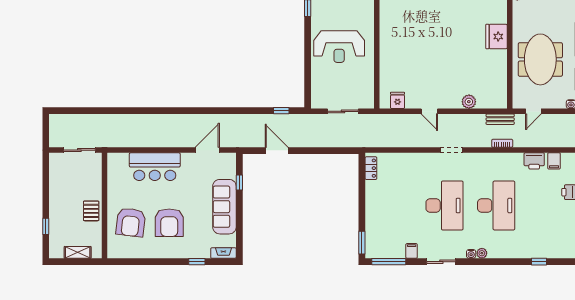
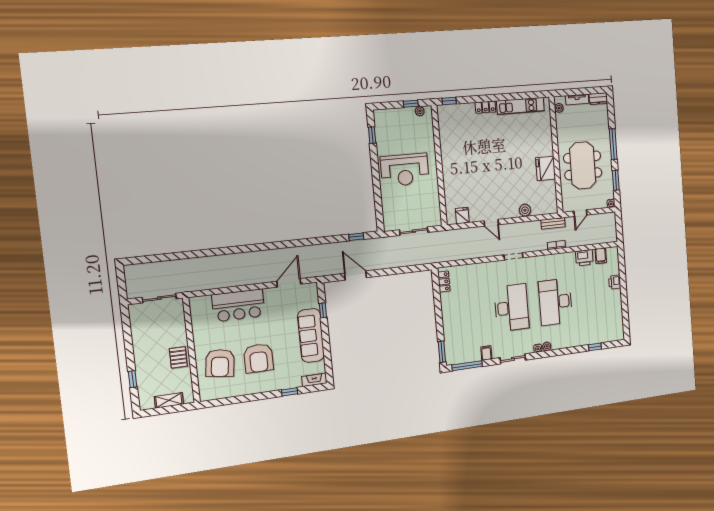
fridge: (497, 37) -> (546, 168), moved
desk: (496, 206) -> (556, 302), turned 180

